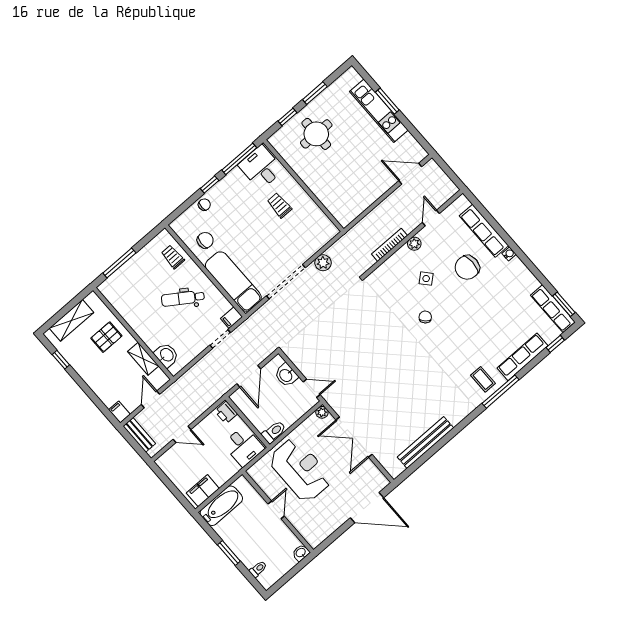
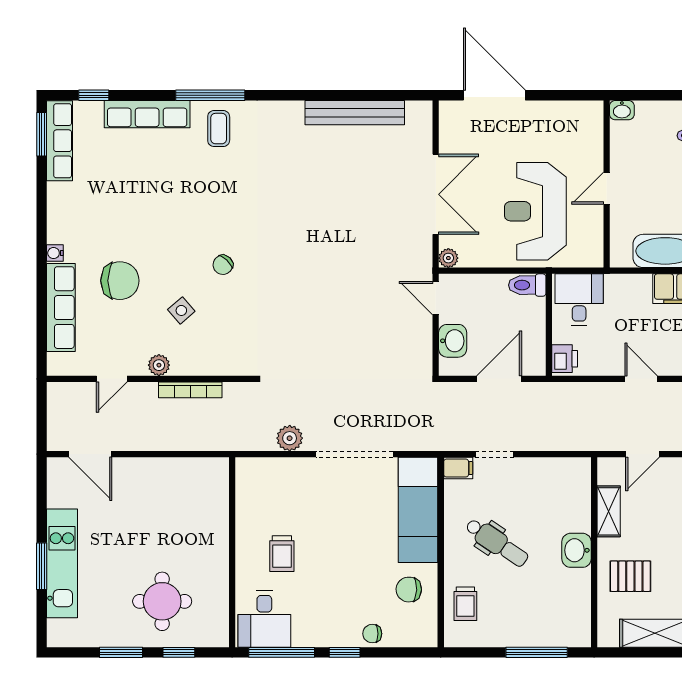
washbasin: (166, 355) -> (577, 550), moved

